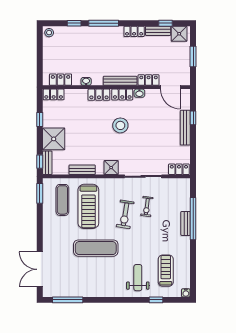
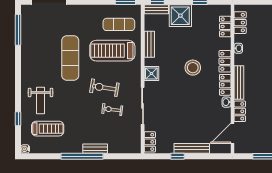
locker: (54, 94) -> (225, 26), moved
window: (193, 118) -> (178, 156), moved
stool: (120, 125) -> (193, 68), moved
window: (193, 219) -> (82, 156), moved
weight bench: (138, 278) -> (41, 100), turned 90

